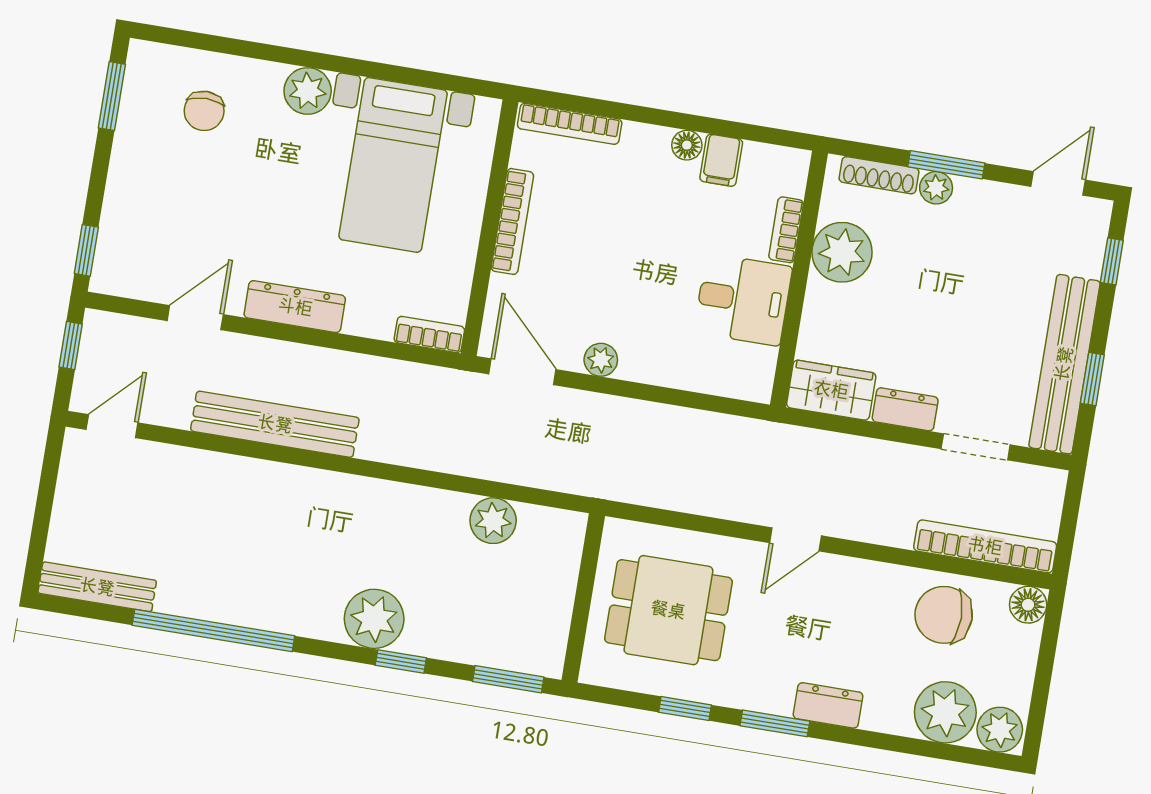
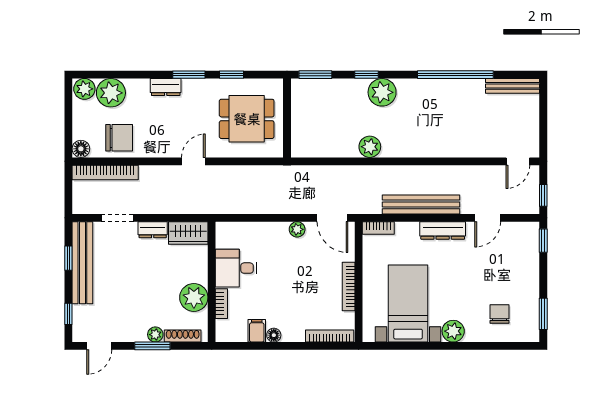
bench: (275, 424) -> (421, 204), moved
plant: (493, 521) -> (370, 147), moved

